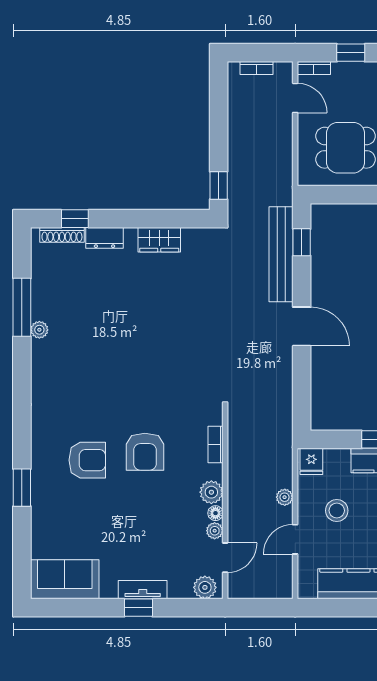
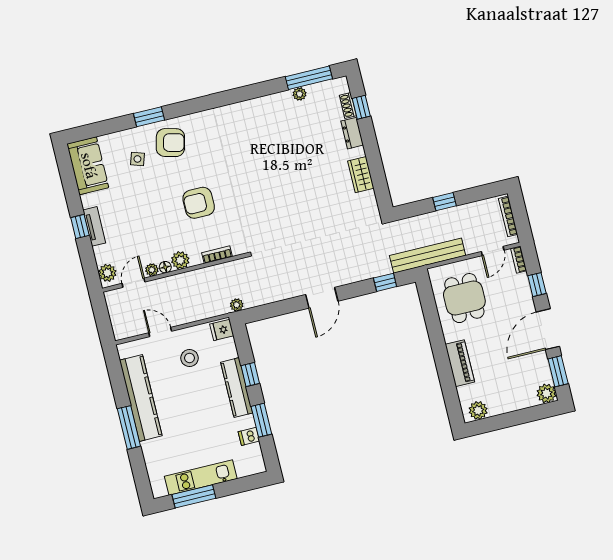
bookcase: (257, 68) -> (508, 216), width x1.56
window: (219, 185) -> (444, 202), moved
shoe rack: (62, 235) -> (348, 105), width x0.70
bench: (281, 254) -> (428, 256), moved
window: (22, 307) -> (309, 78), moved
plant: (39, 330) -> (300, 94), moved
armchair: (87, 460) -> (170, 143), moved, turned -76
plant: (285, 497) -> (237, 305), moved
side table: (71, 515) -> (137, 159), added
door: (225, 558) -> (134, 283), swing flipped

